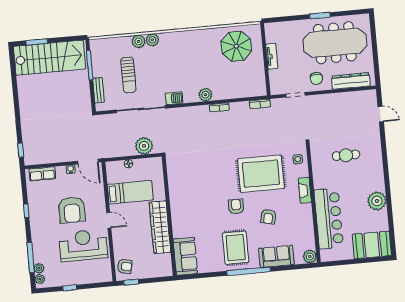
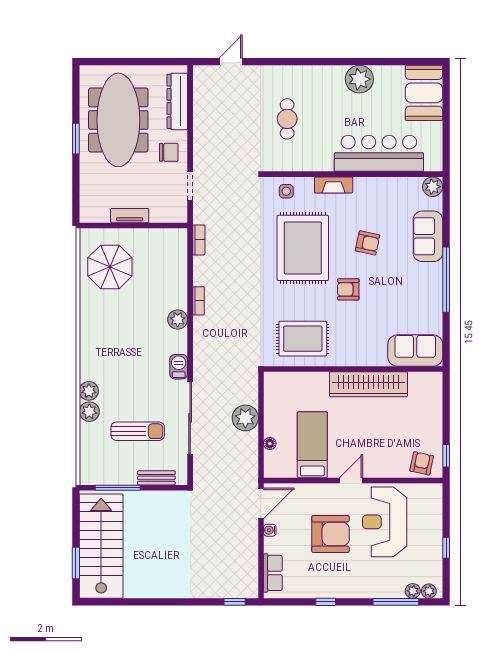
wall: (169, 216) -> (353, 369), moved
wardrobe: (160, 227) -> (368, 384), moved
rug: (236, 248) -> (303, 339), moved
sofa: (185, 256) -> (415, 351), moved

